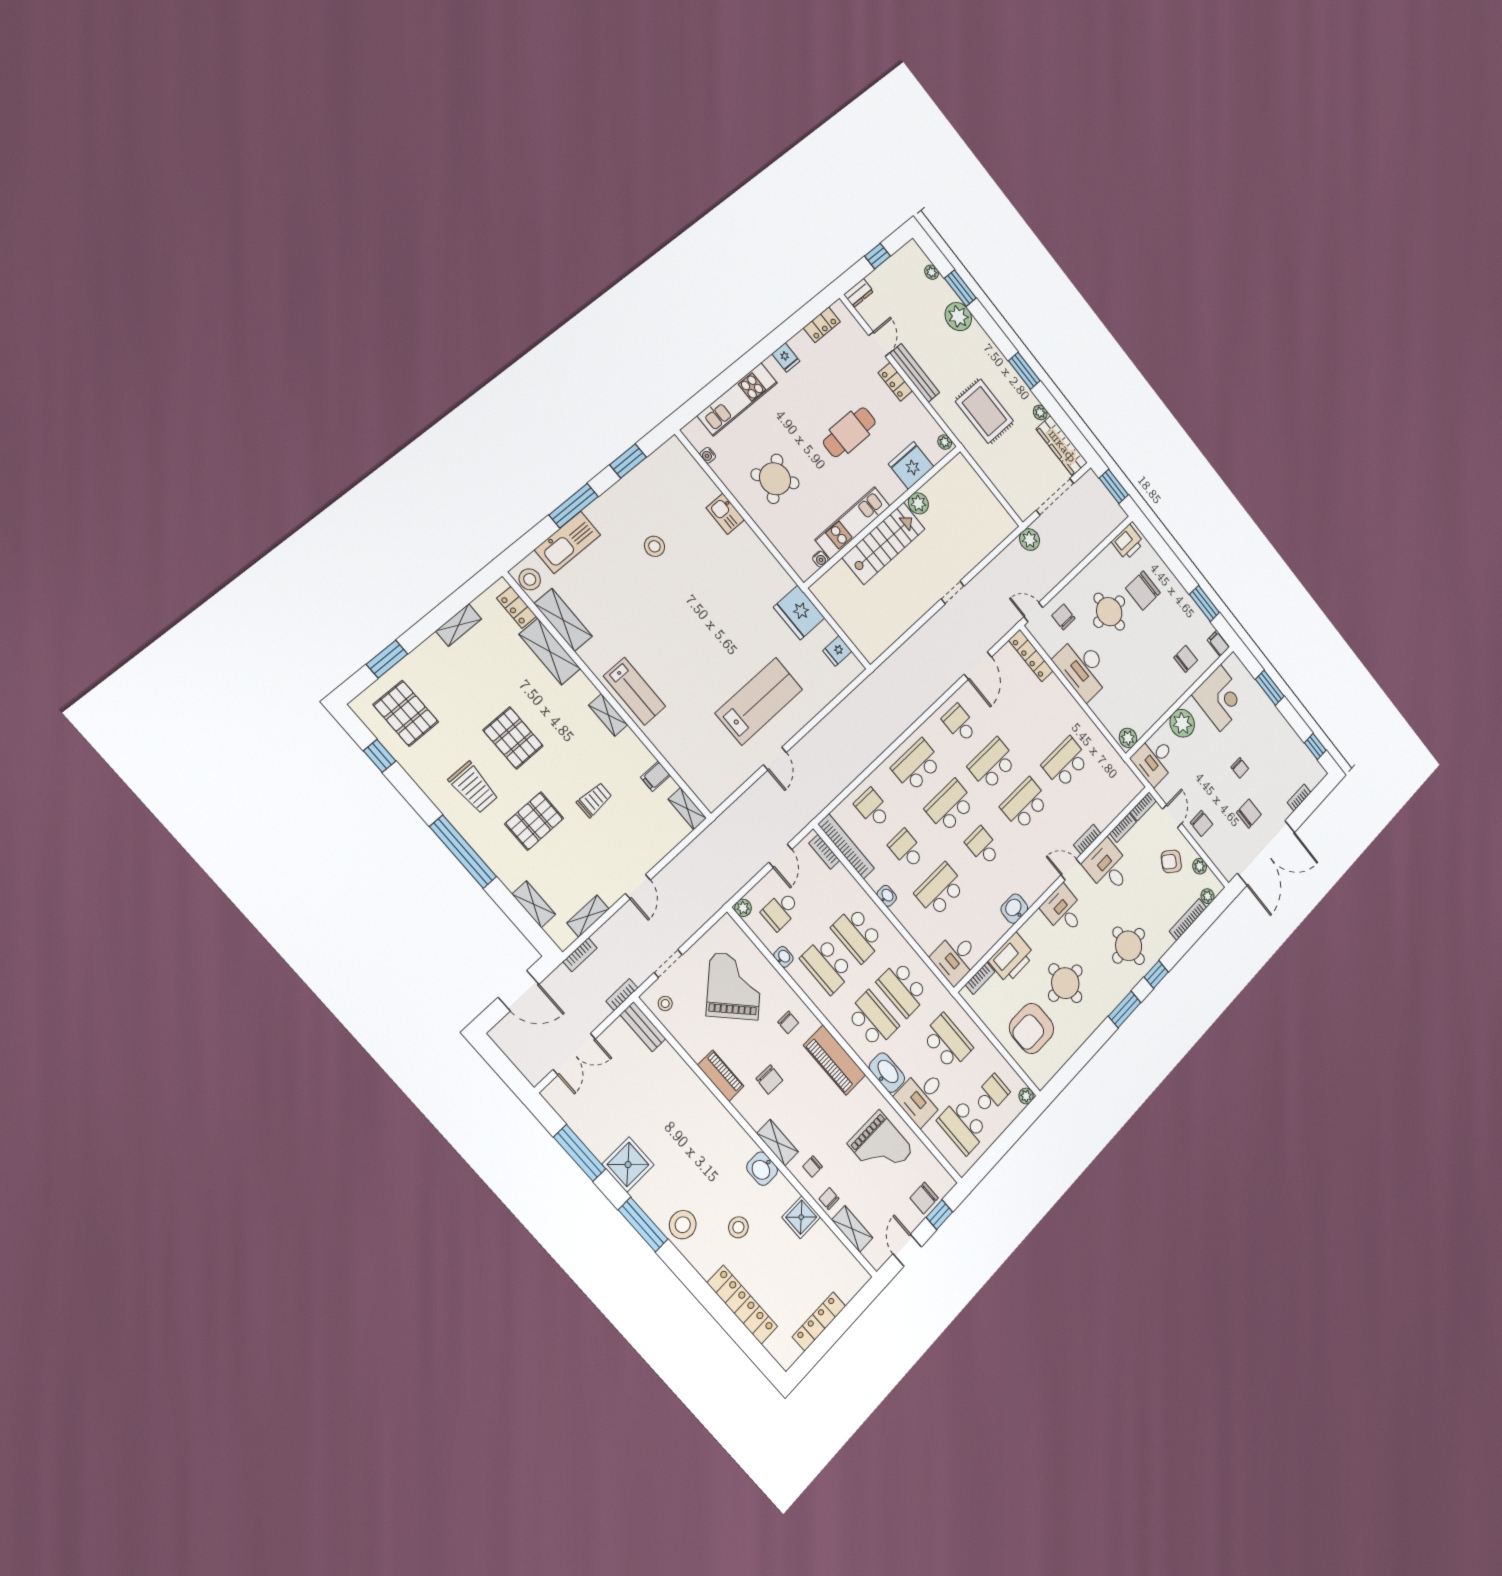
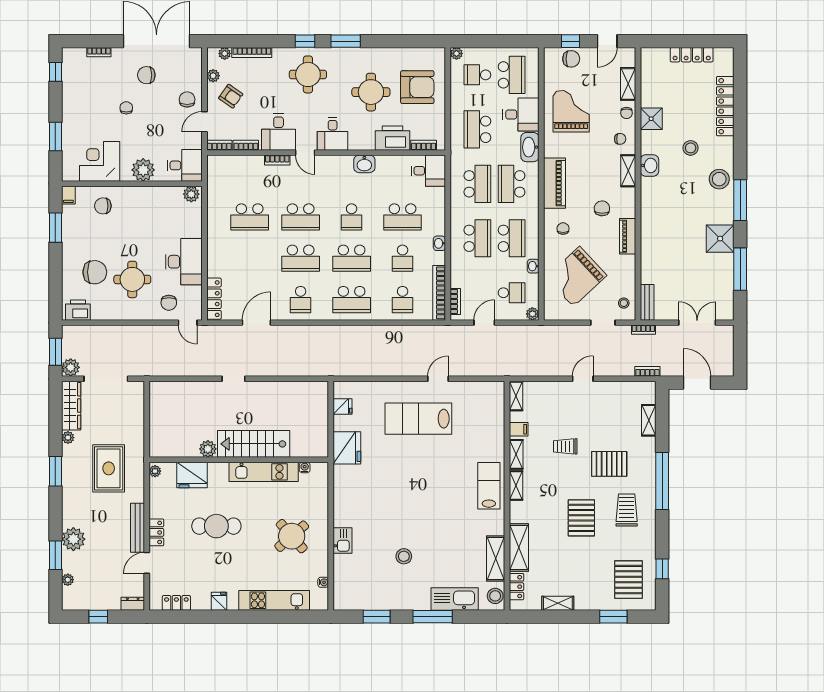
plant: (1030, 540) -> (71, 367), moved
shelving: (588, 916) -> (516, 454), moved, turned 90

